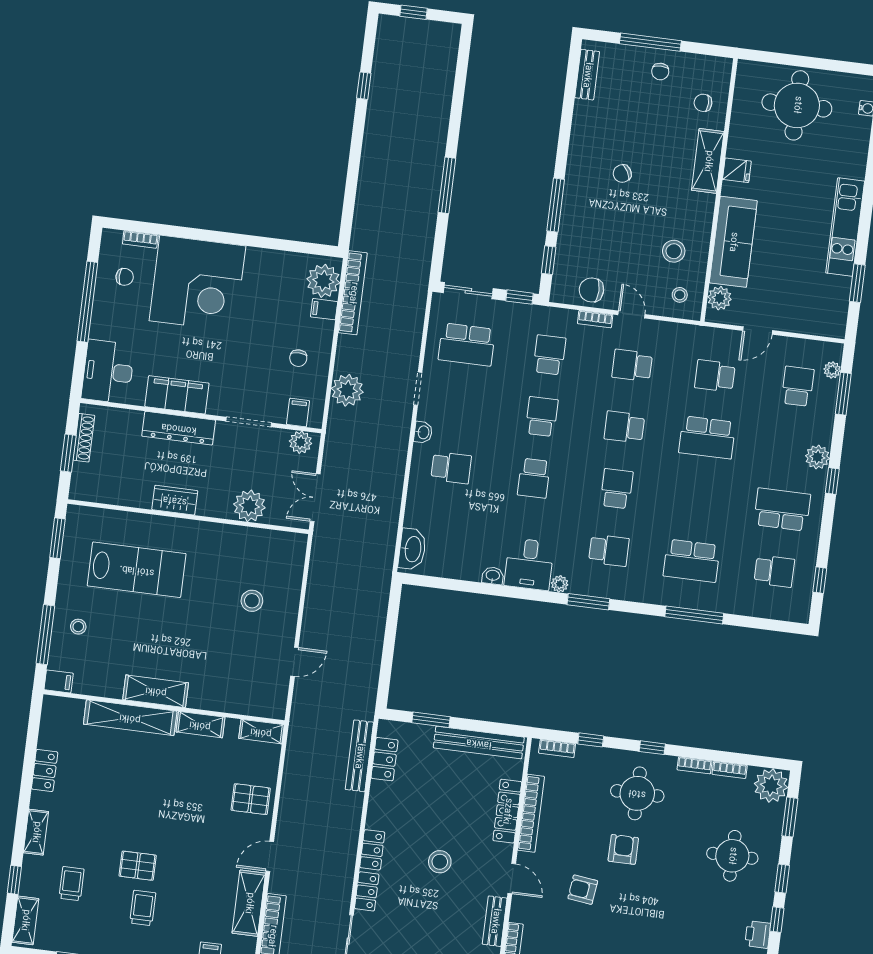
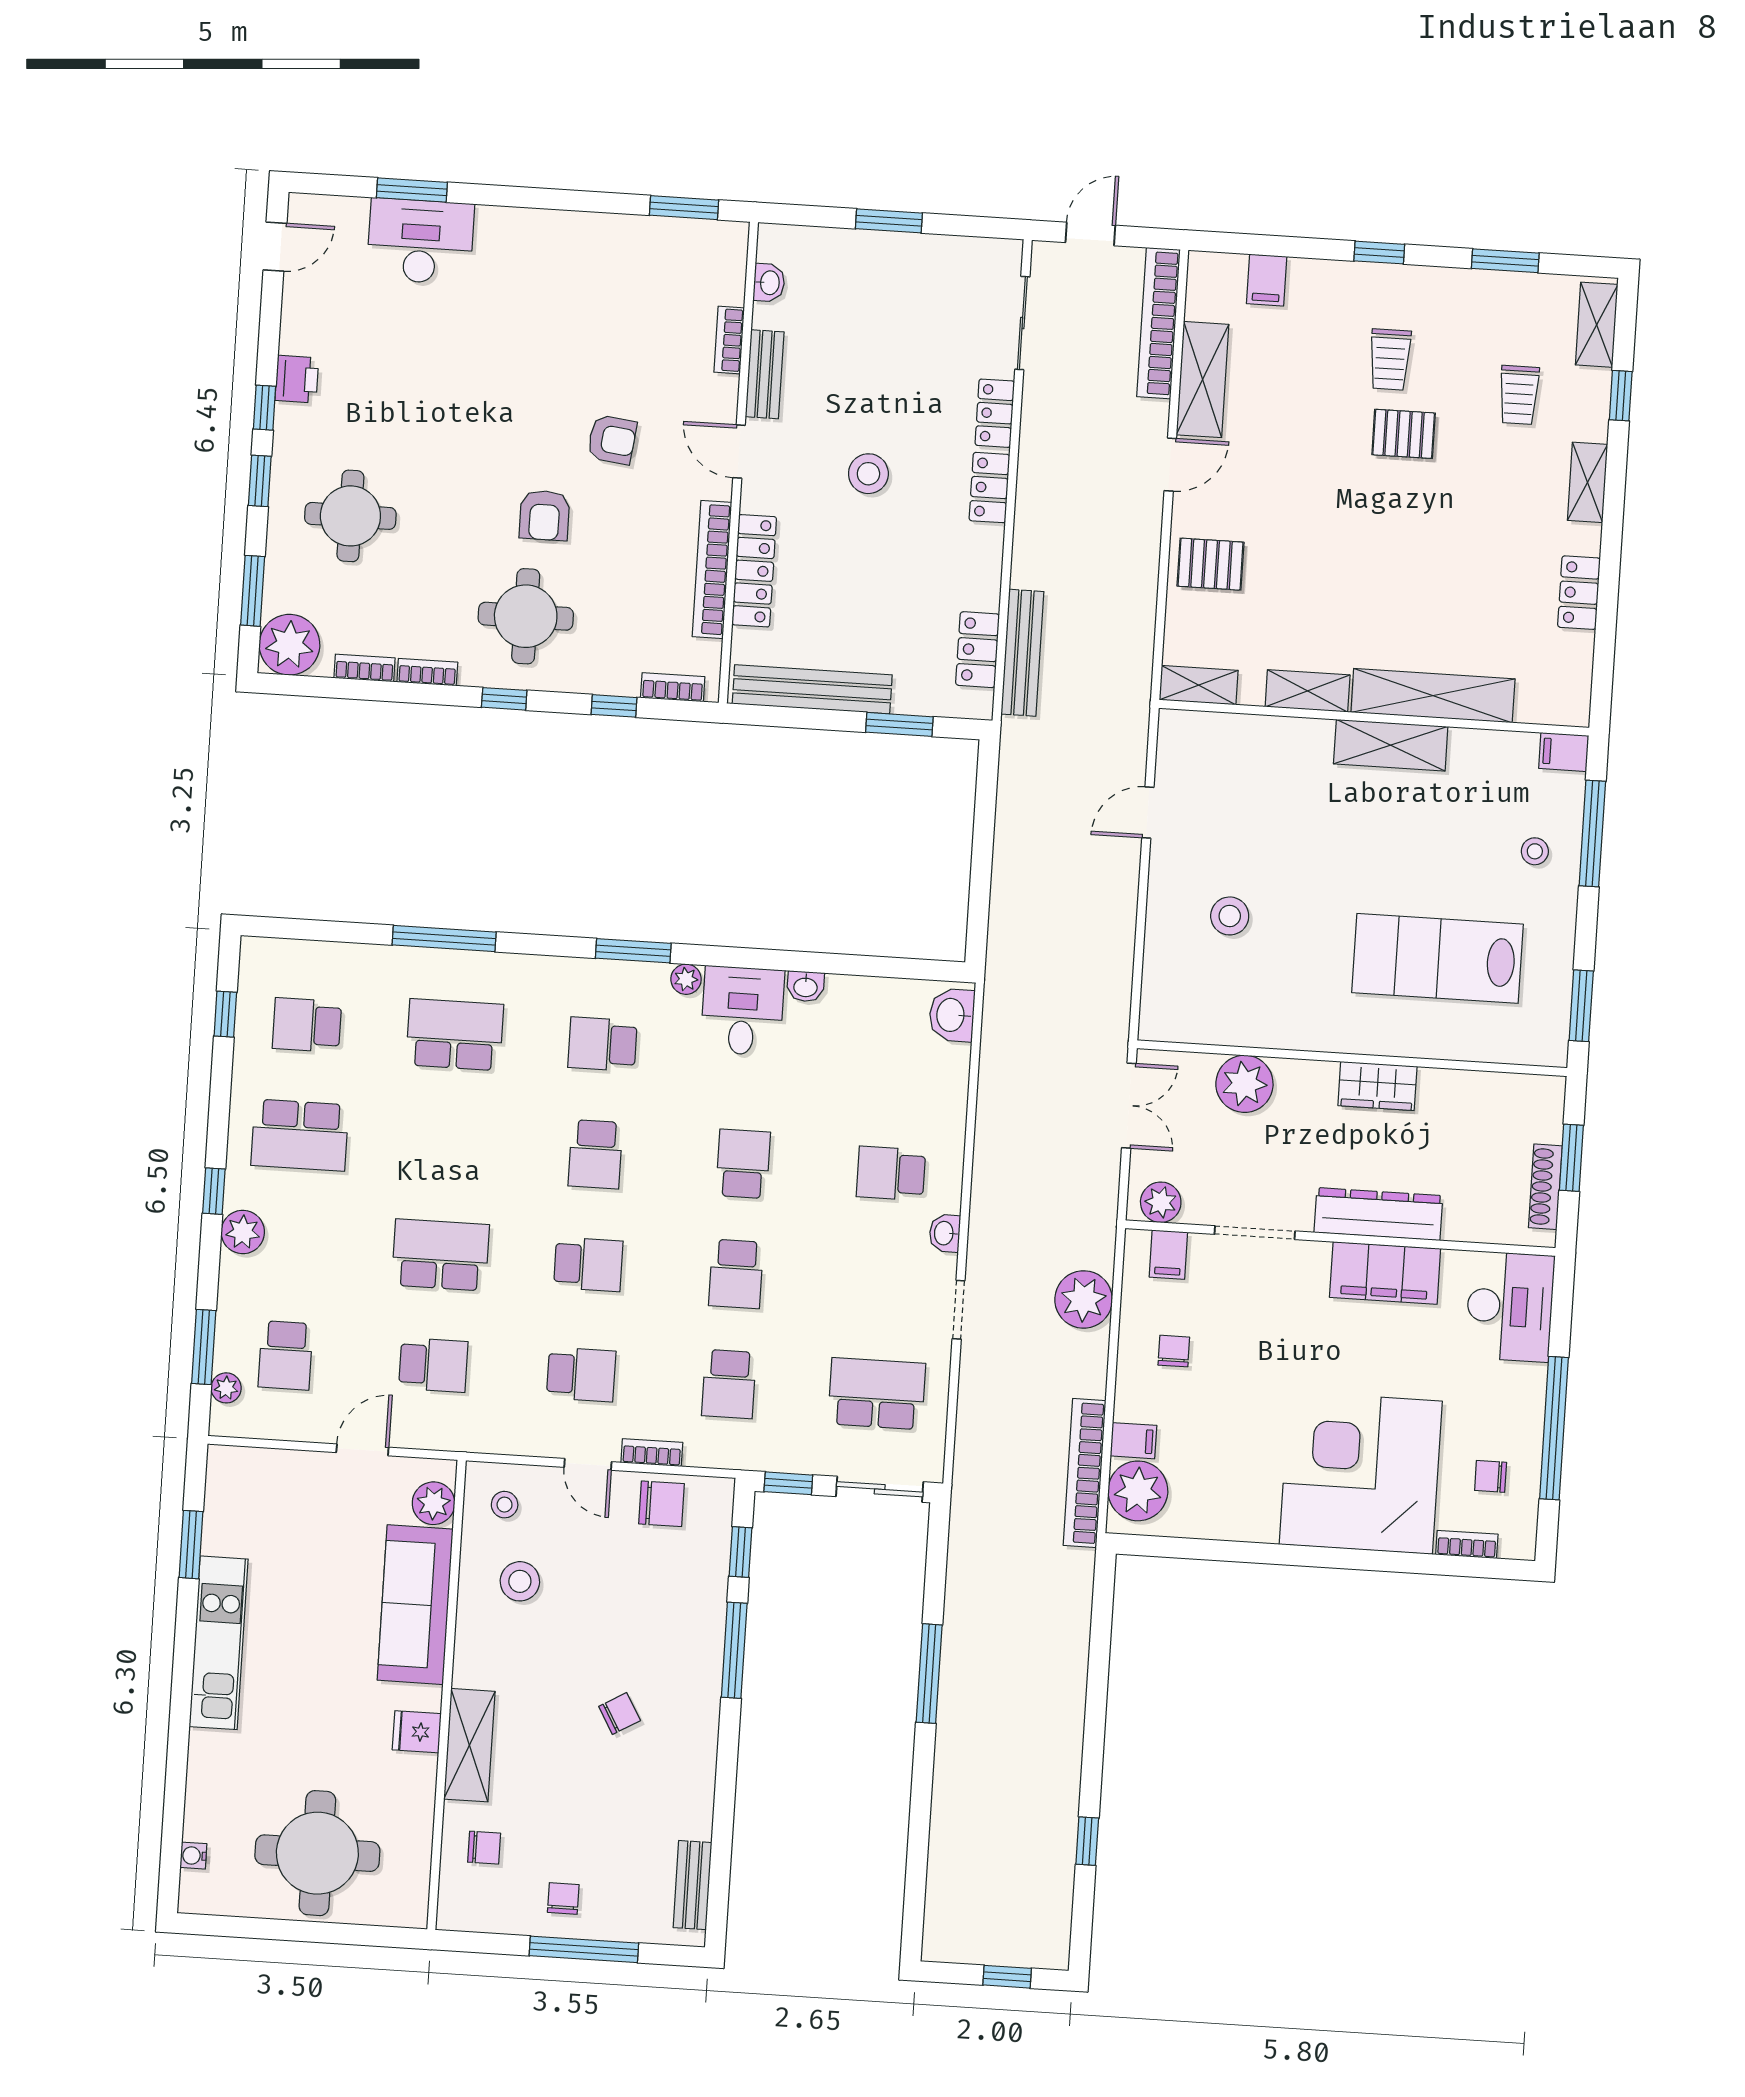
washbasin: (412, 549) -> (952, 1015), width x0.72

